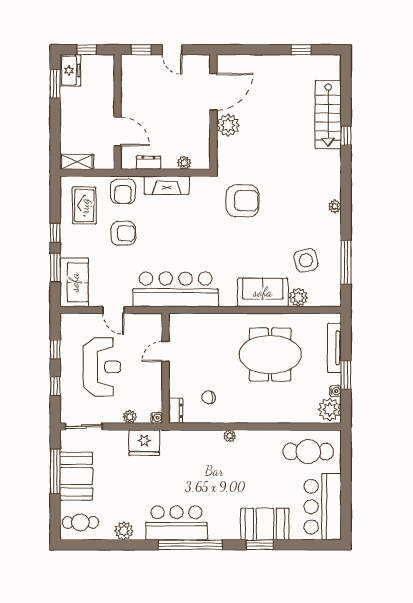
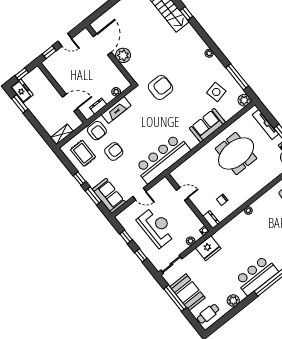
plant: (298, 298) -> (244, 100), moved
door: (165, 351) -> (182, 194), swing flipped

